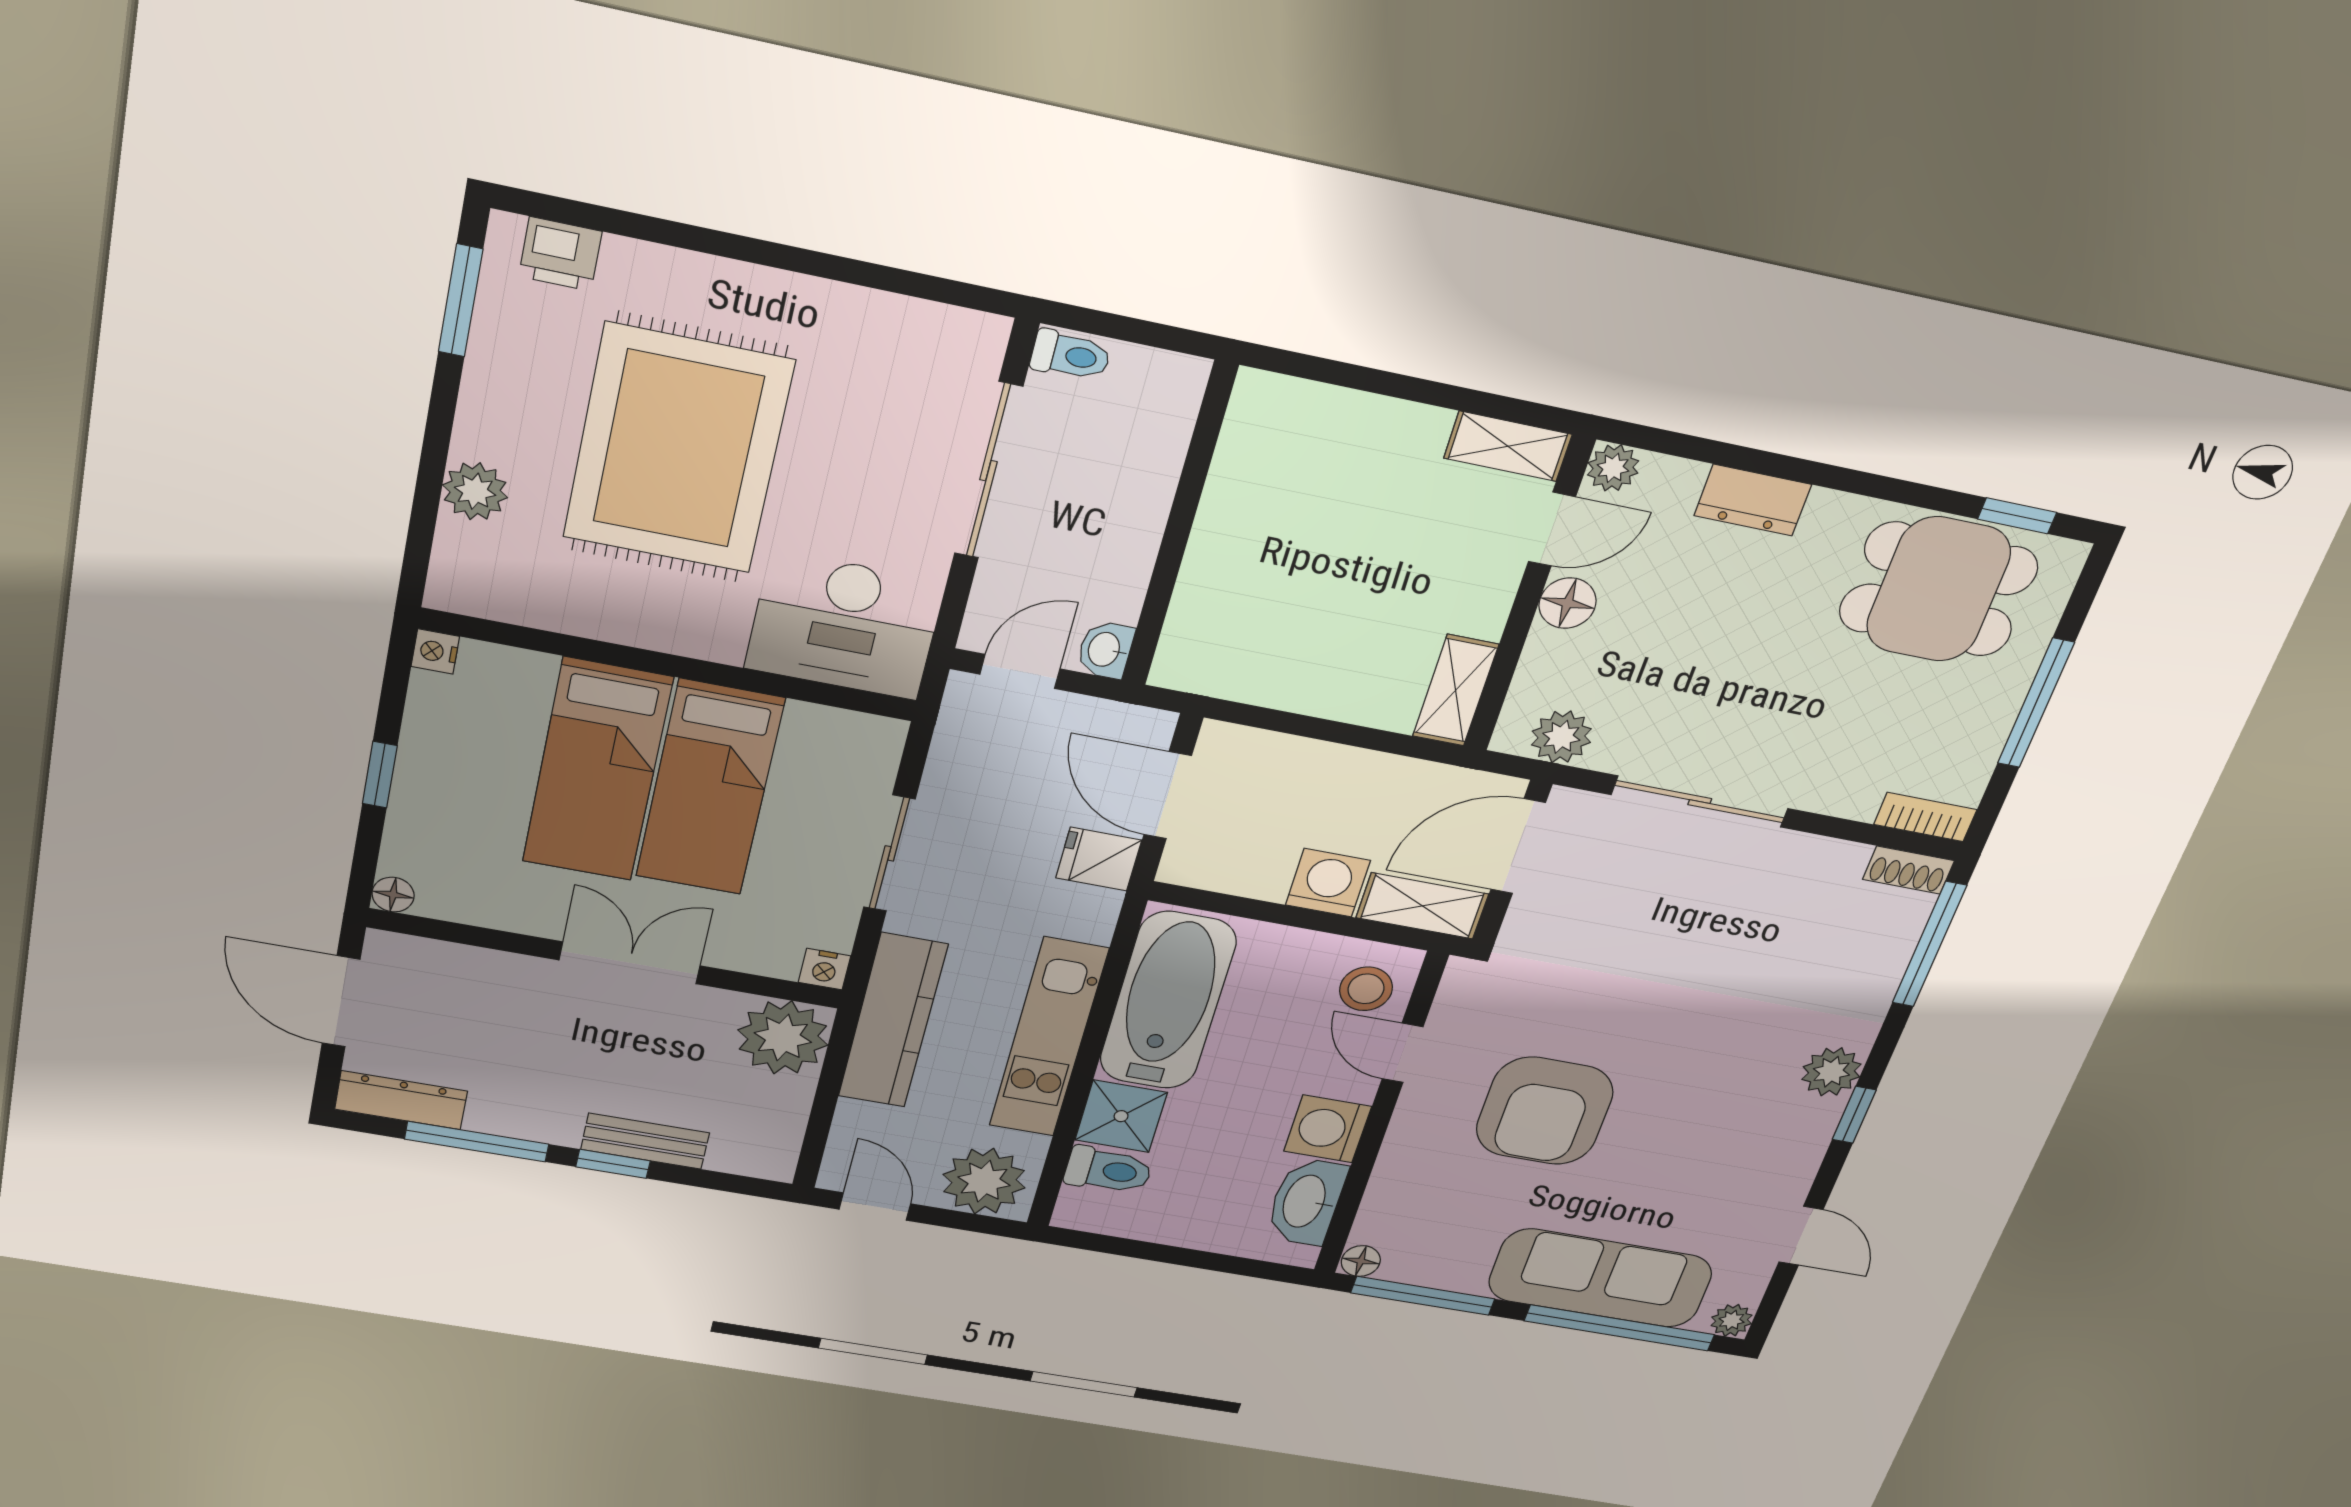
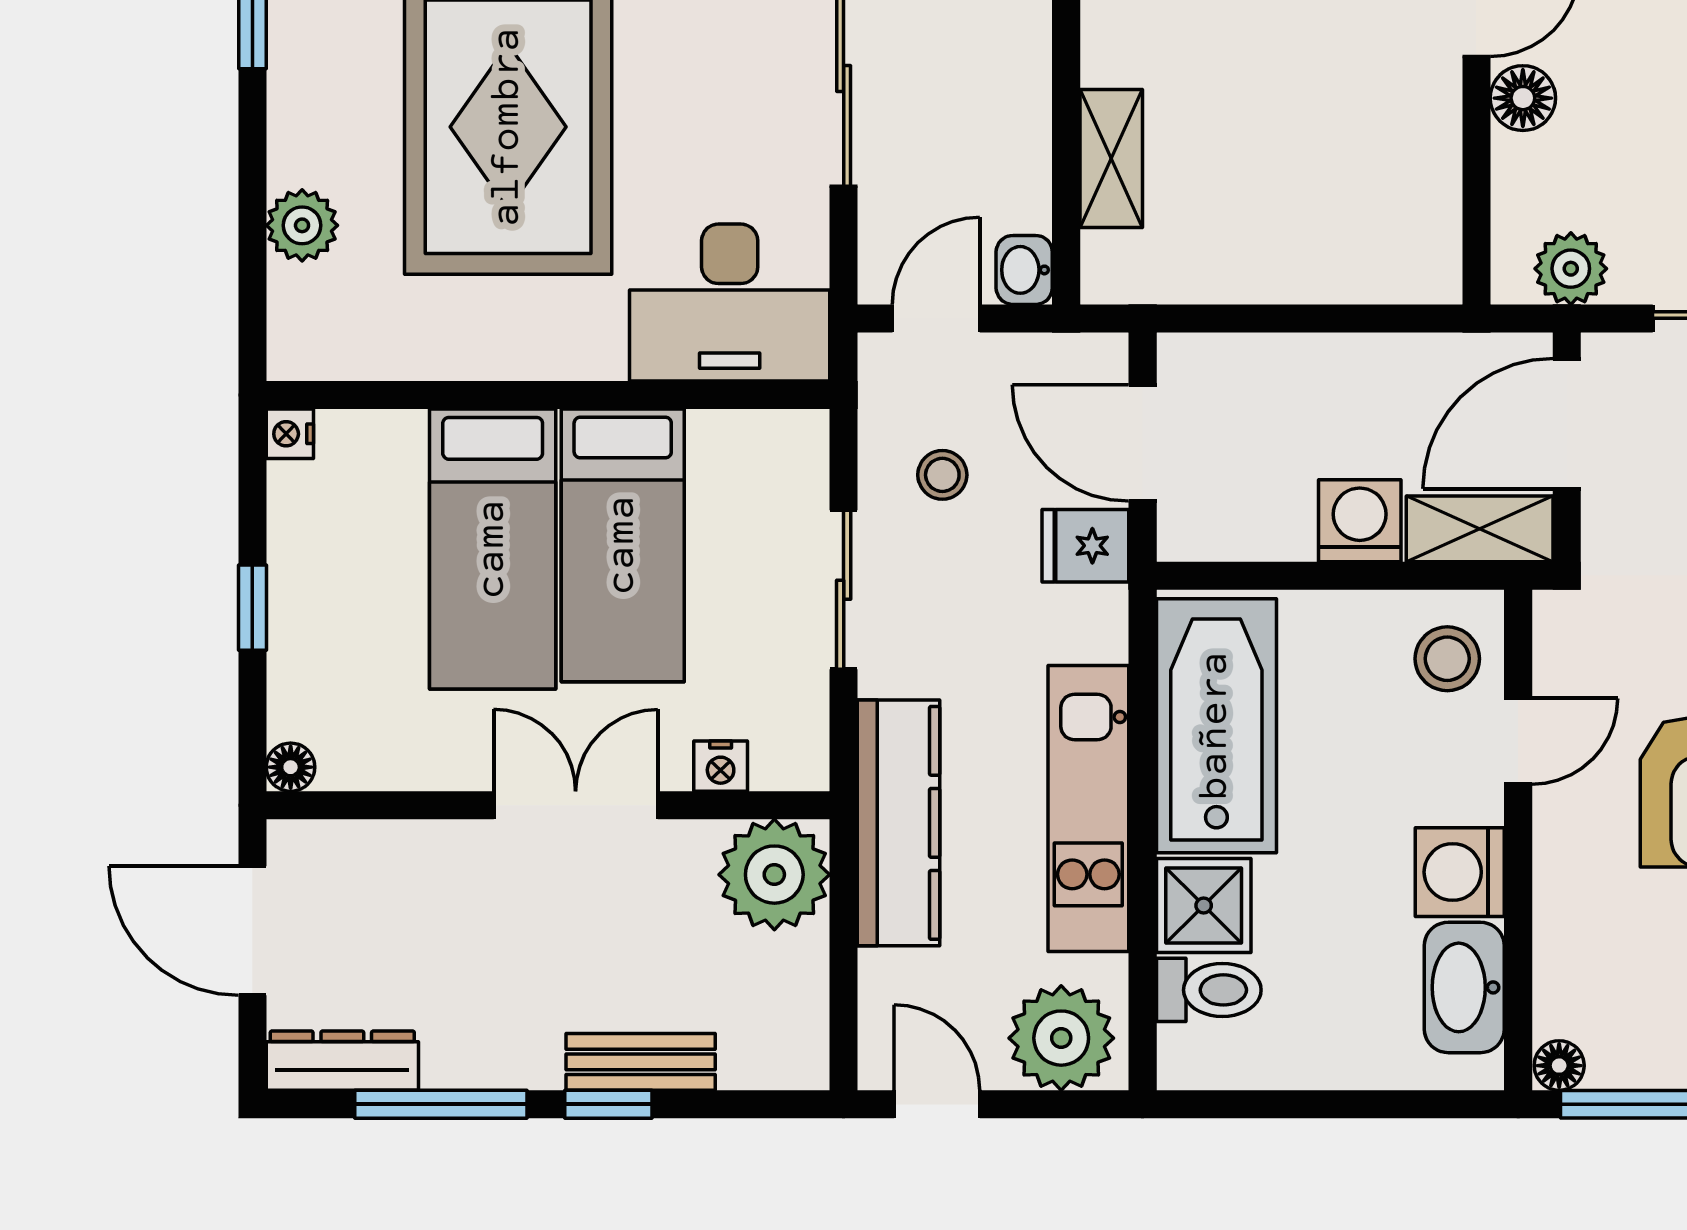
shelving: (1456, 690) -> (1111, 158), moved
stool: (994, 787) -> (942, 475), added
nightstand: (824, 969) -> (721, 766), moved
door: (1403, 1053) -> (1518, 741), swing flipped

